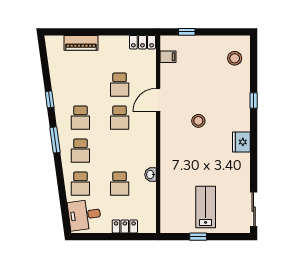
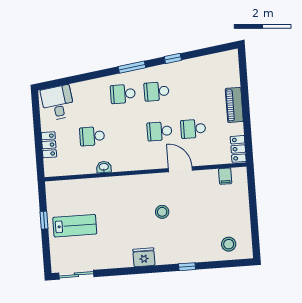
window: (187, 32) -> (252, 193), removed
piano: (81, 43) -> (234, 105), moved
school desk: (80, 184) -> (89, 96), removed

